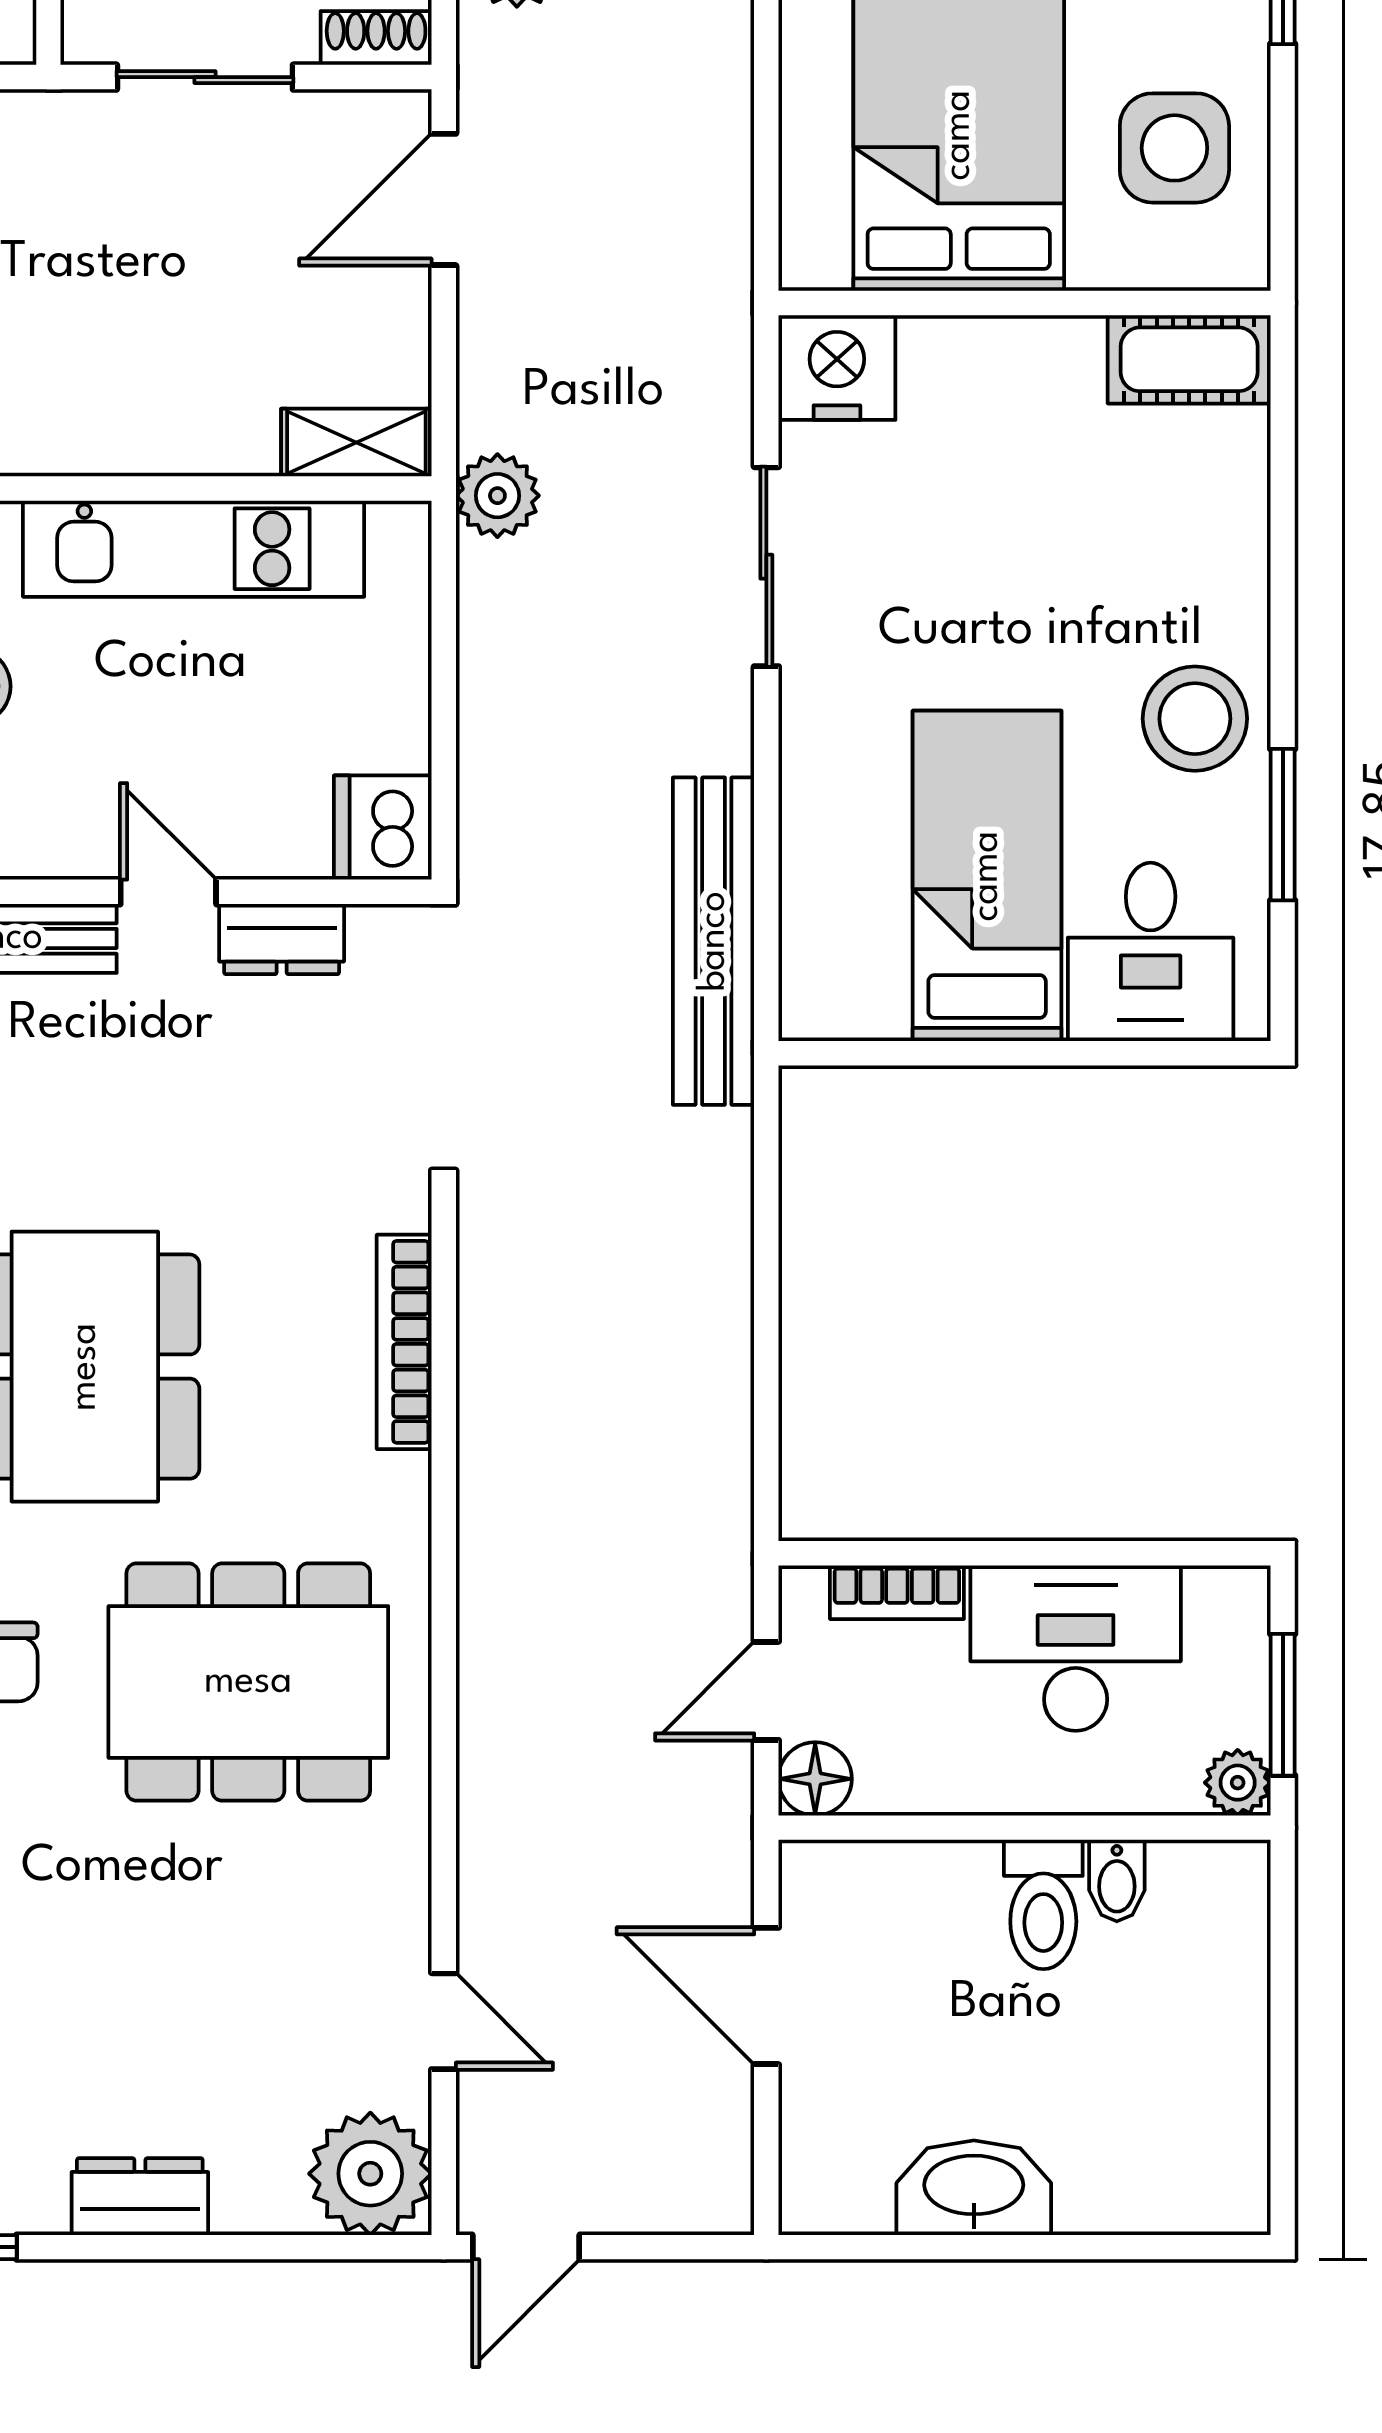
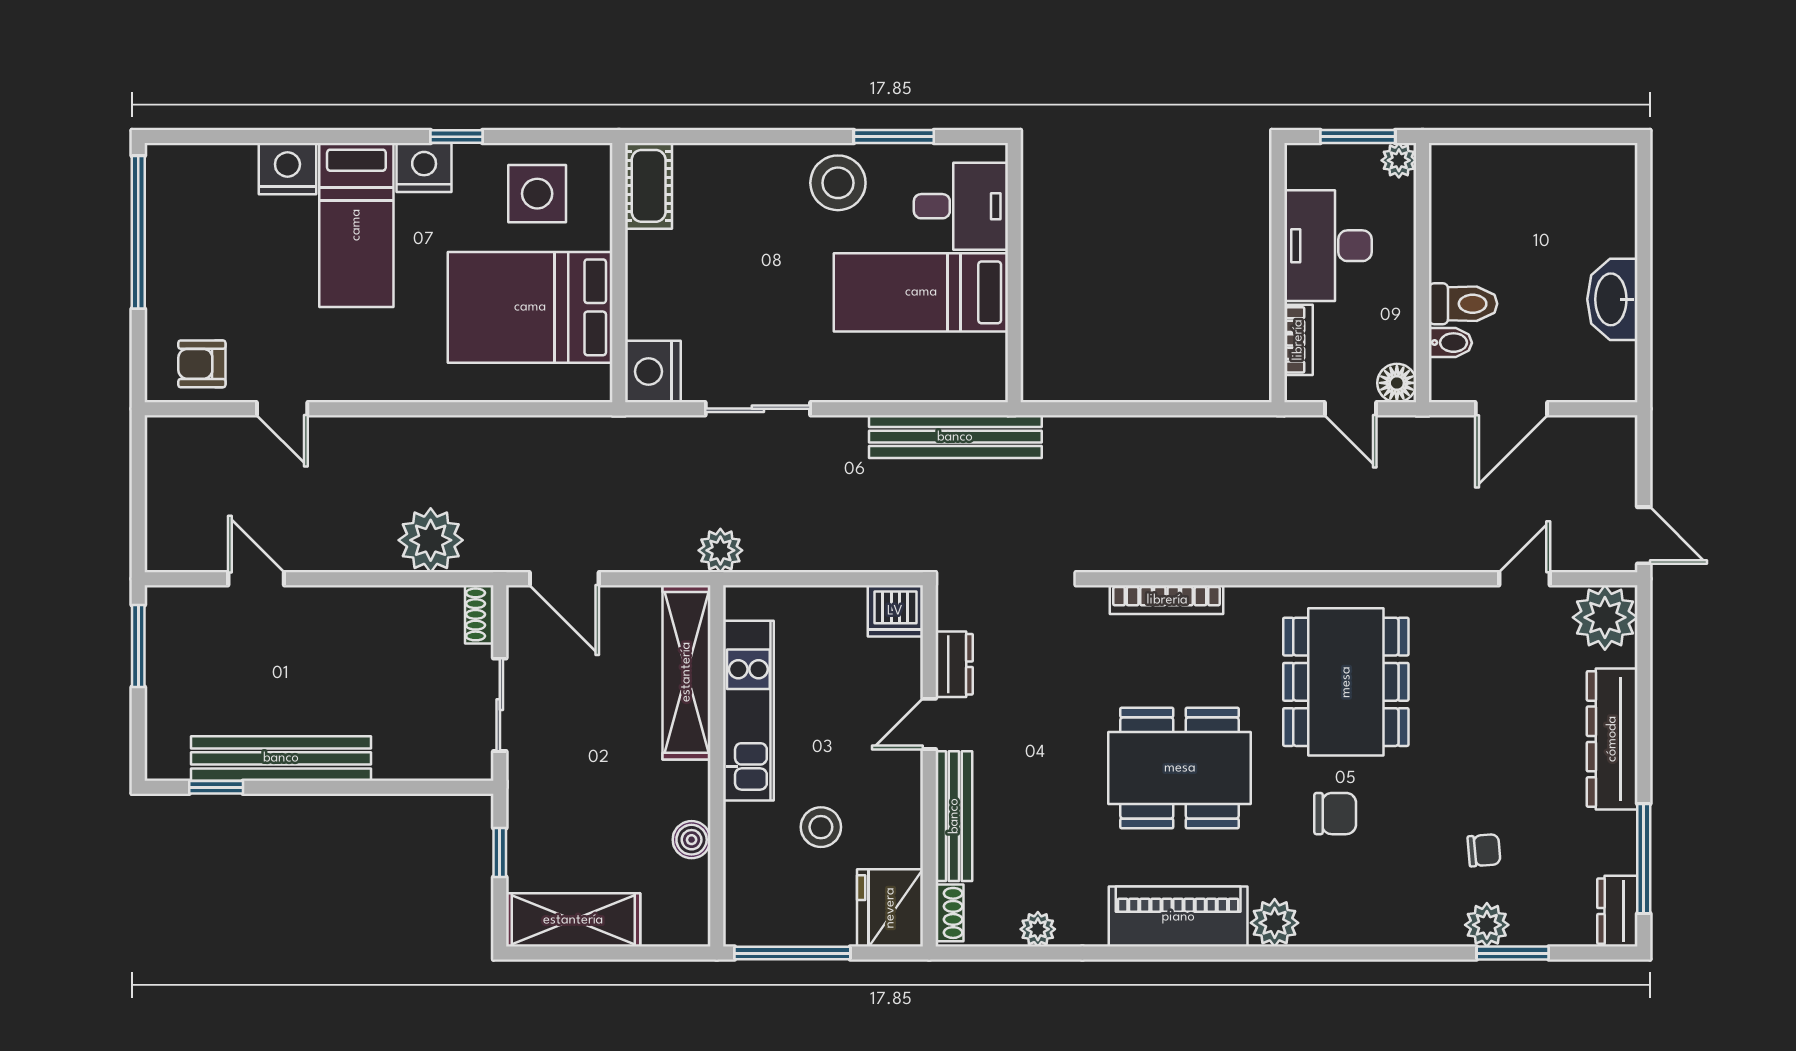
shelving: (356, 443) -> (686, 672), width x2.20, depth x1.33
bidet: (1117, 1881) -> (1450, 343), moved
toilet: (1043, 1904) -> (1463, 304), moved
dresser: (140, 2197) -> (1612, 739), width x1.96, depth x1.24

